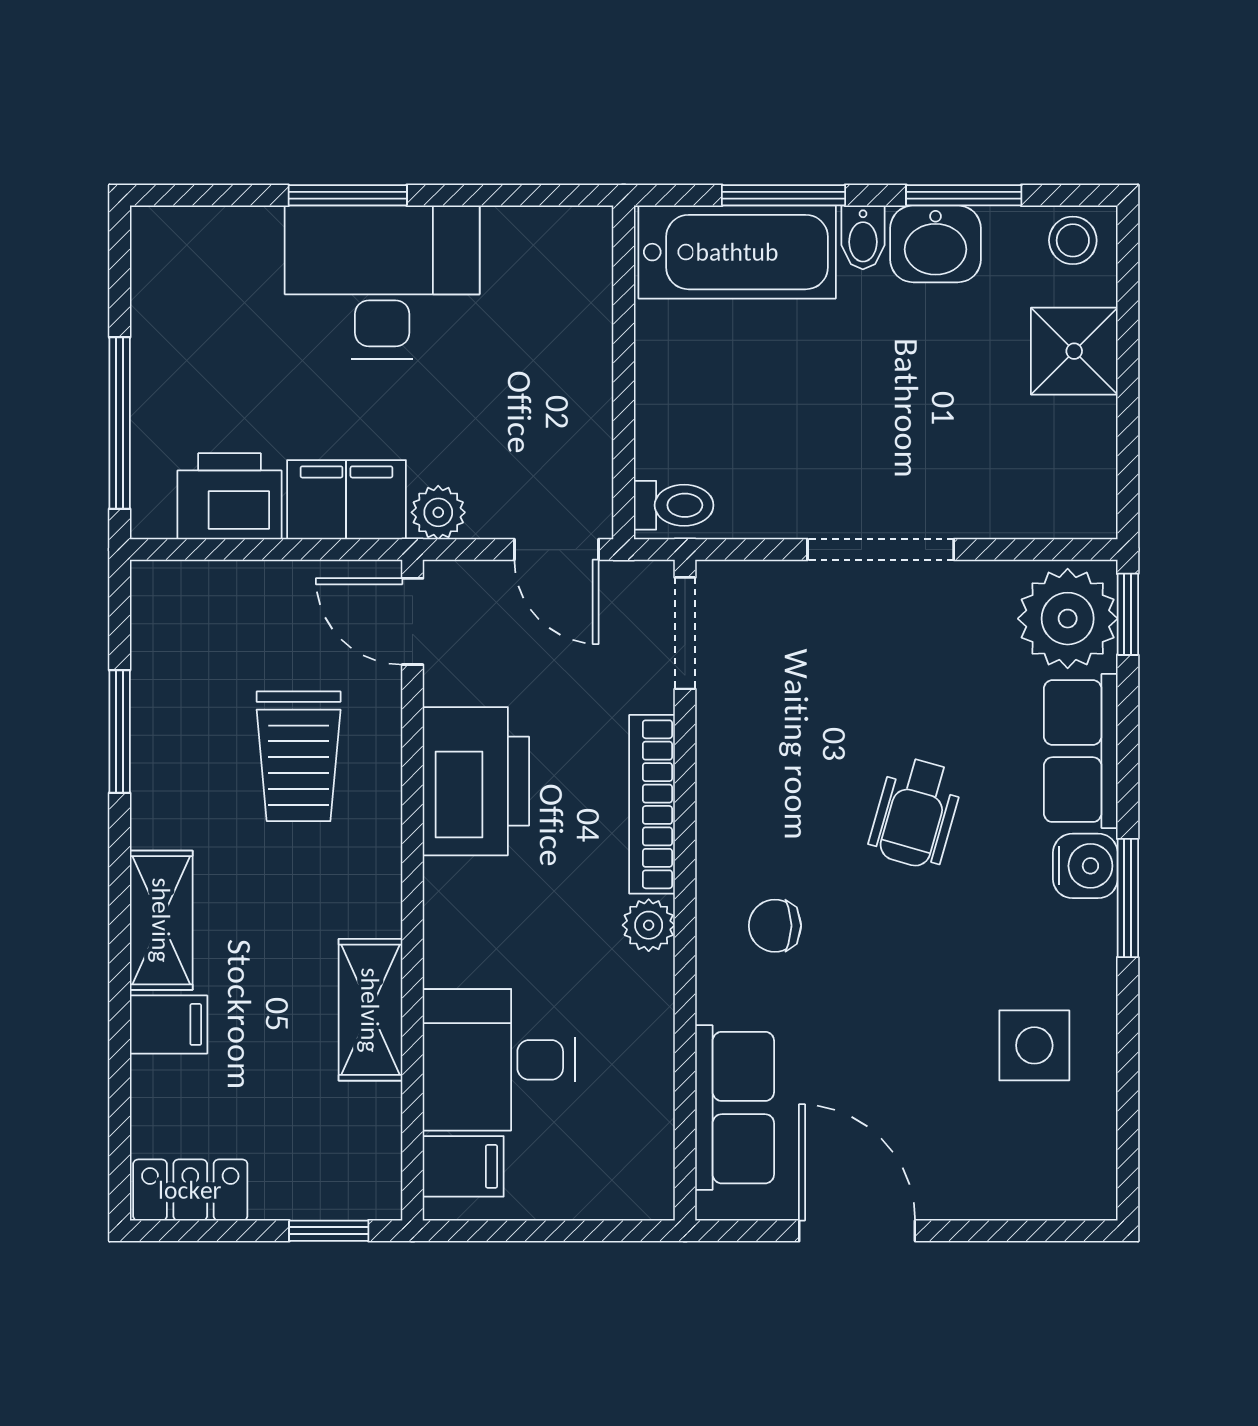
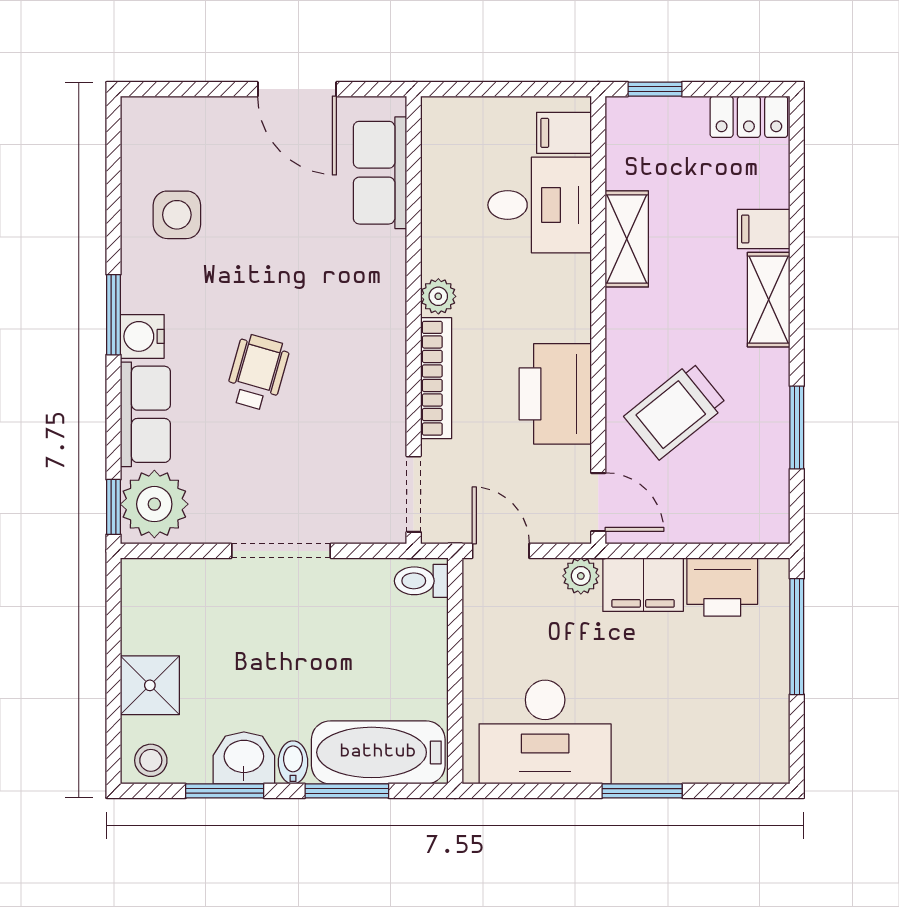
desk: (382, 282) -> (545, 732), moved
trolley: (299, 756) -> (676, 411), turned -129
chair: (775, 926) -> (353, 296), removed

